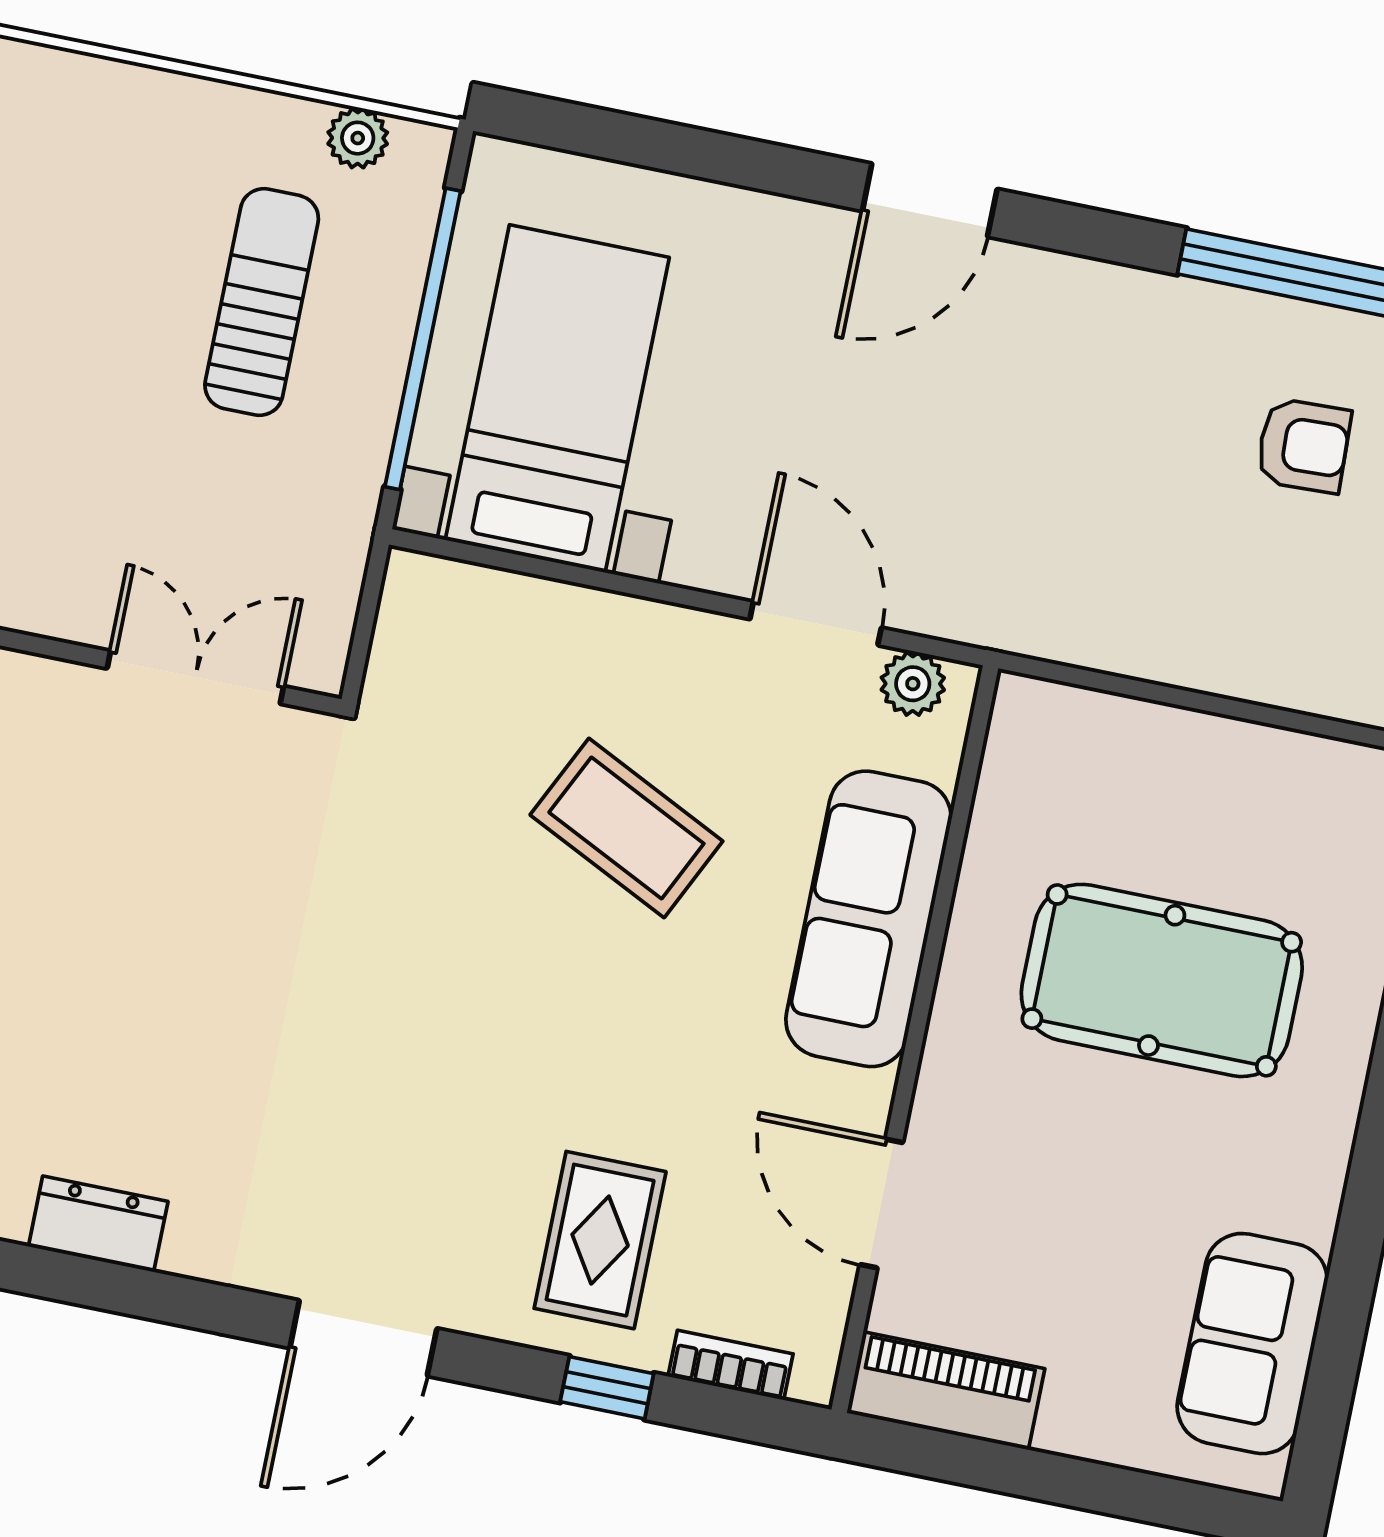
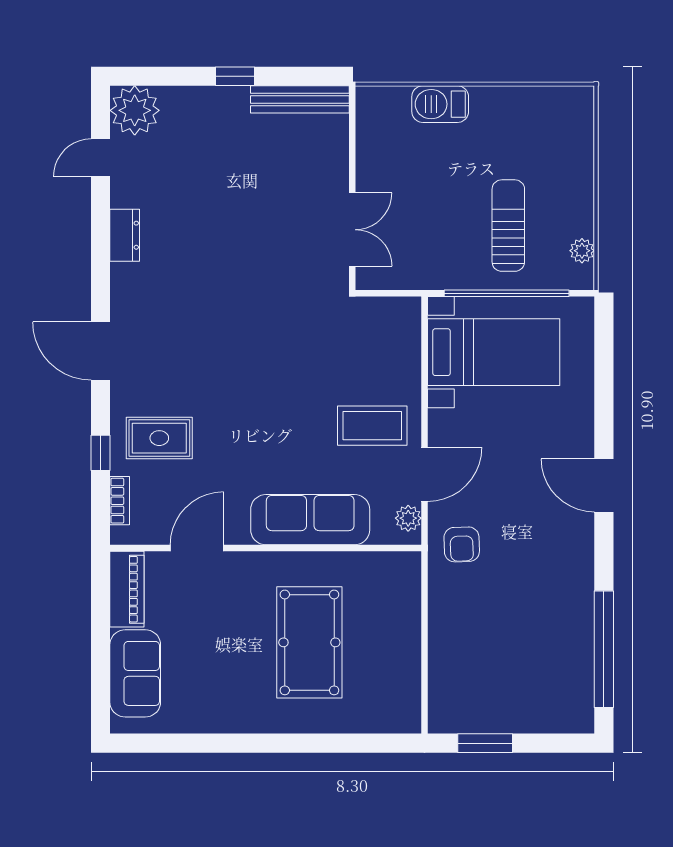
sun lounger: (262, 302) -> (508, 226), turned -90
armchair: (1303, 446) -> (462, 544), moved
coffee table: (626, 828) -> (372, 426), moved, turned 64
sofa: (1252, 1344) -> (135, 673), moved, turned 90

